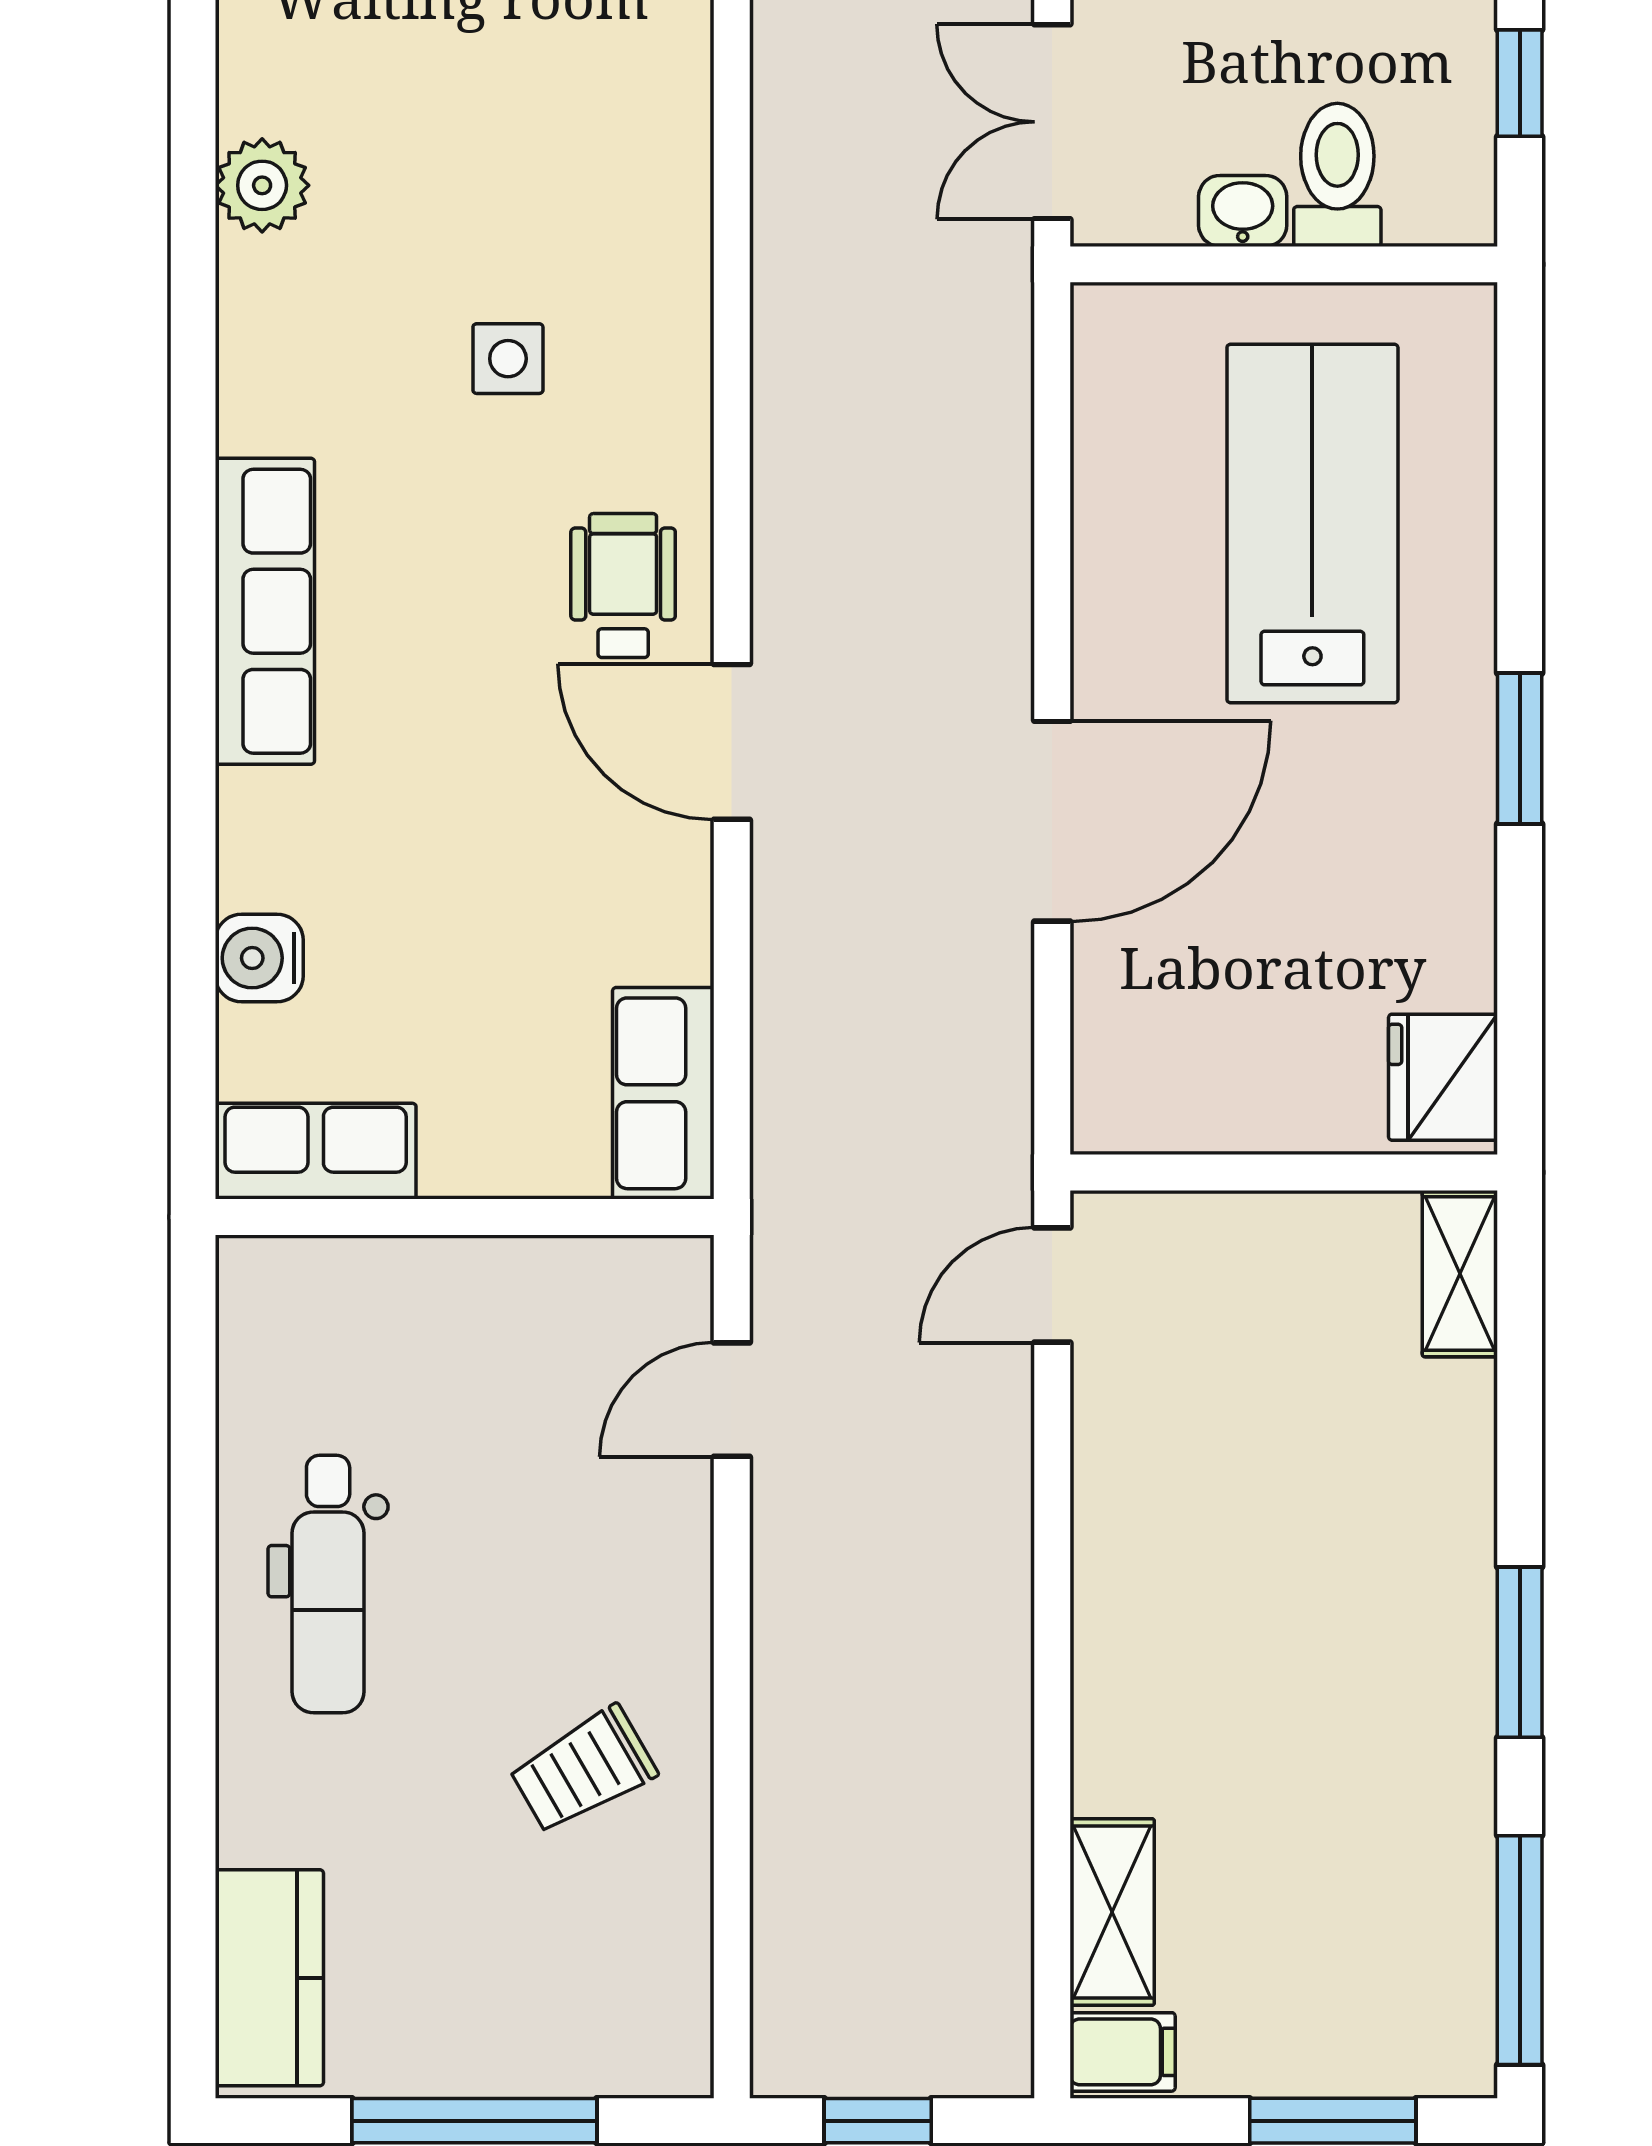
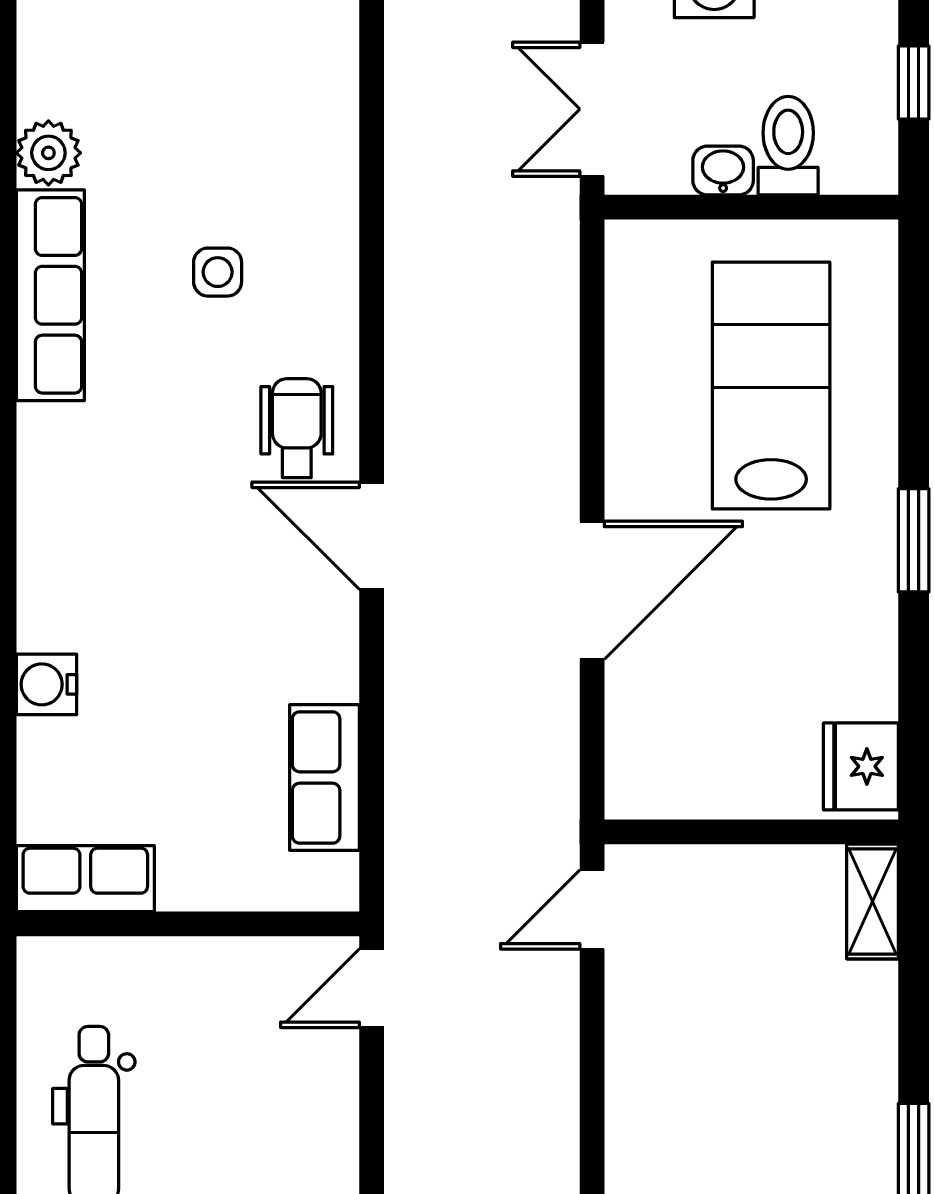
row of seats: (265, 611) -> (50, 295), moved
row of seats: (316, 1151) -> (85, 879), moved
wall: (465, 1217) -> (188, 924), moved

